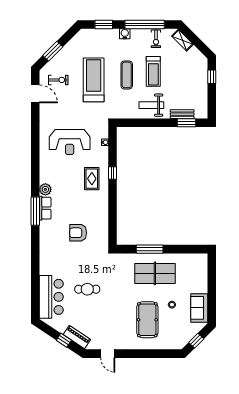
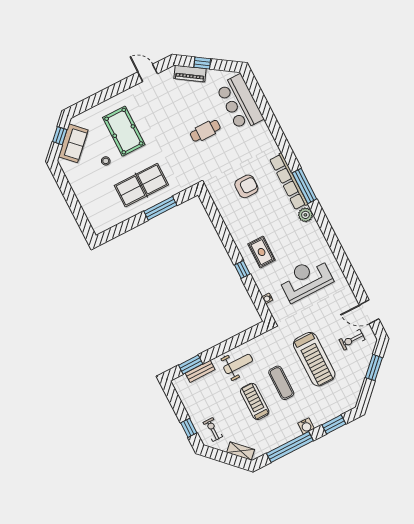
exercise bike: (156, 39) -> (213, 430), moved
row of seats: (45, 208) -> (289, 181), width x2.02
sofa: (199, 308) -> (73, 143), moved, turned 45

